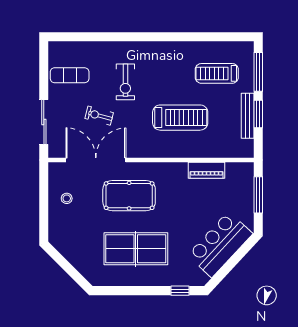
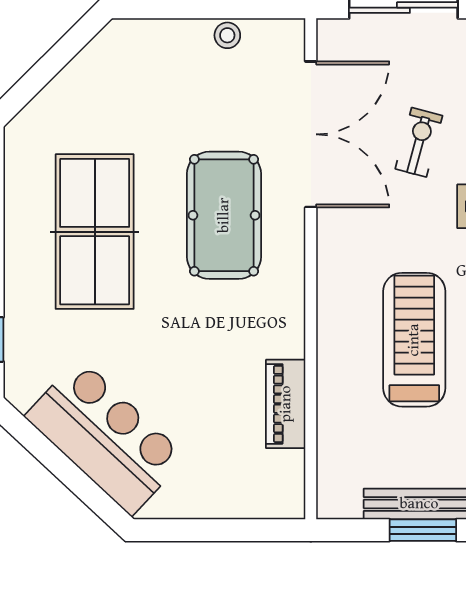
treadmill: (180, 118) -> (414, 340), turned 180
window: (258, 195) -> (226, 530), removed
stool: (67, 198) -> (227, 35), moved

